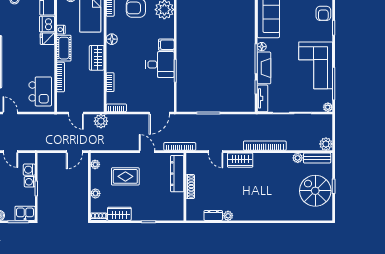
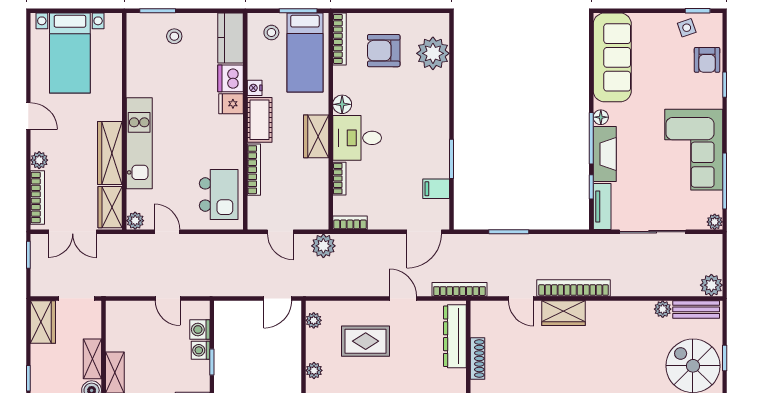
filing cabinet: (166, 45) -> (436, 189), moved
desk: (160, 65) -> (357, 138), moved, turned 180
bookcase: (265, 146) -> (574, 288), moved

